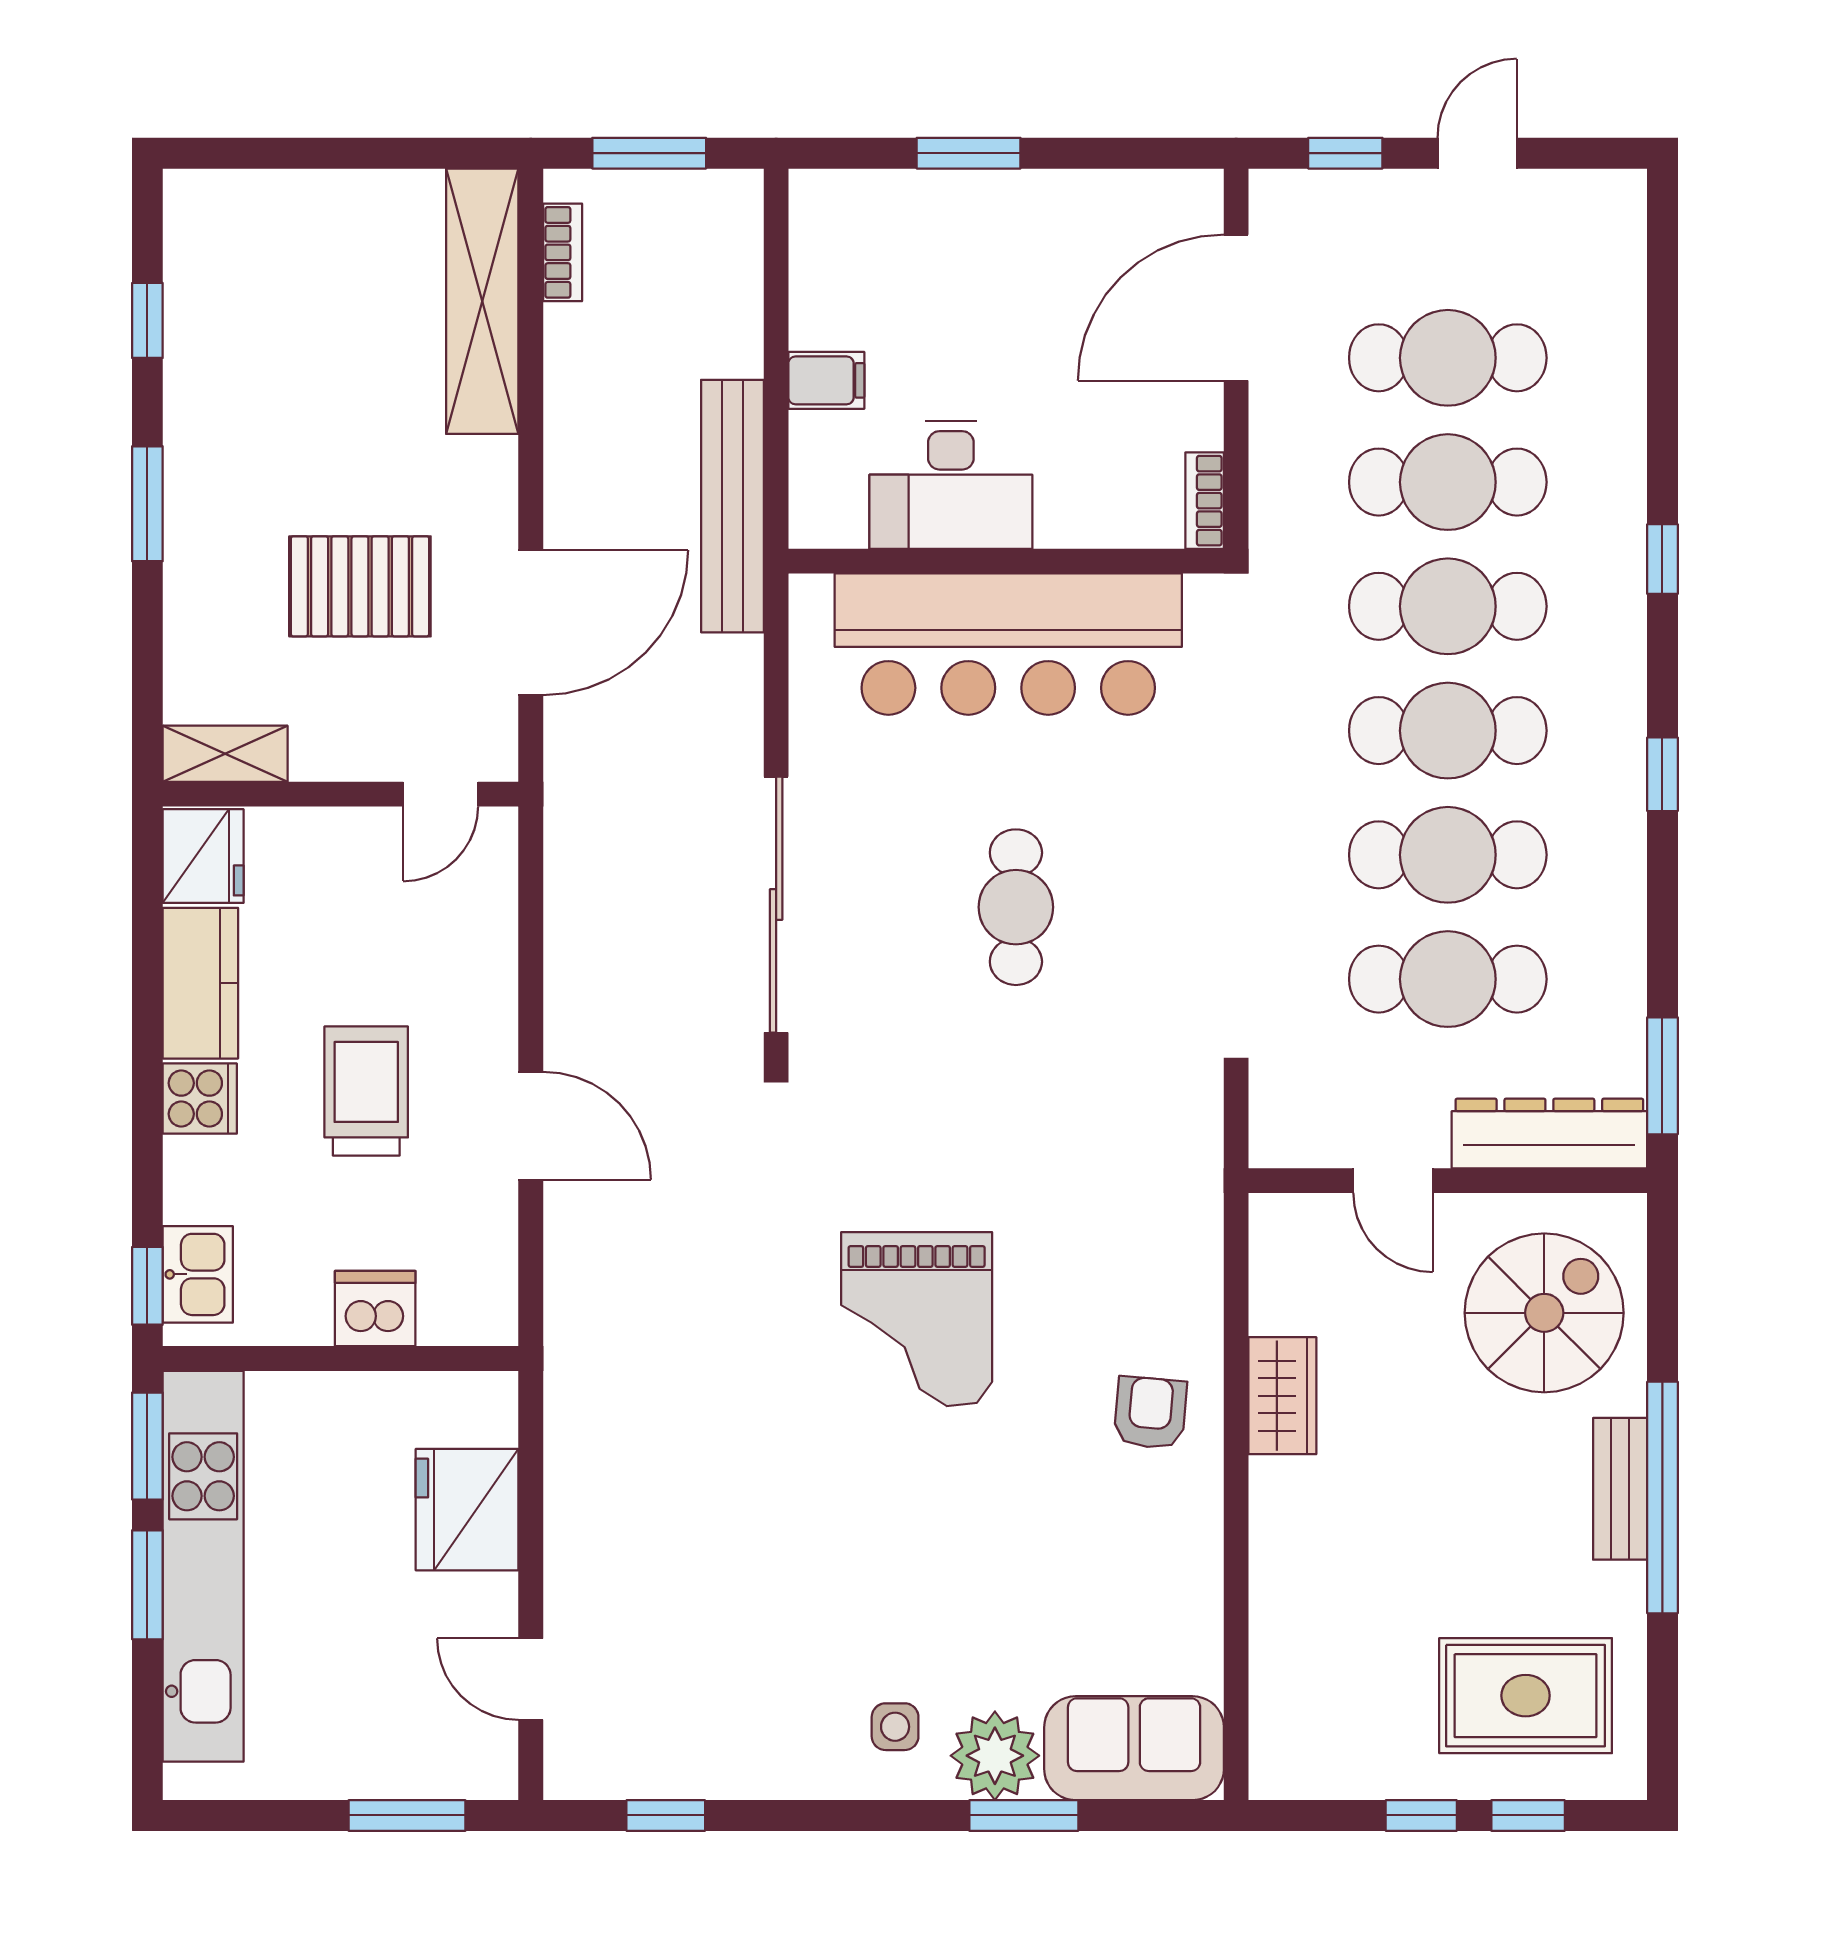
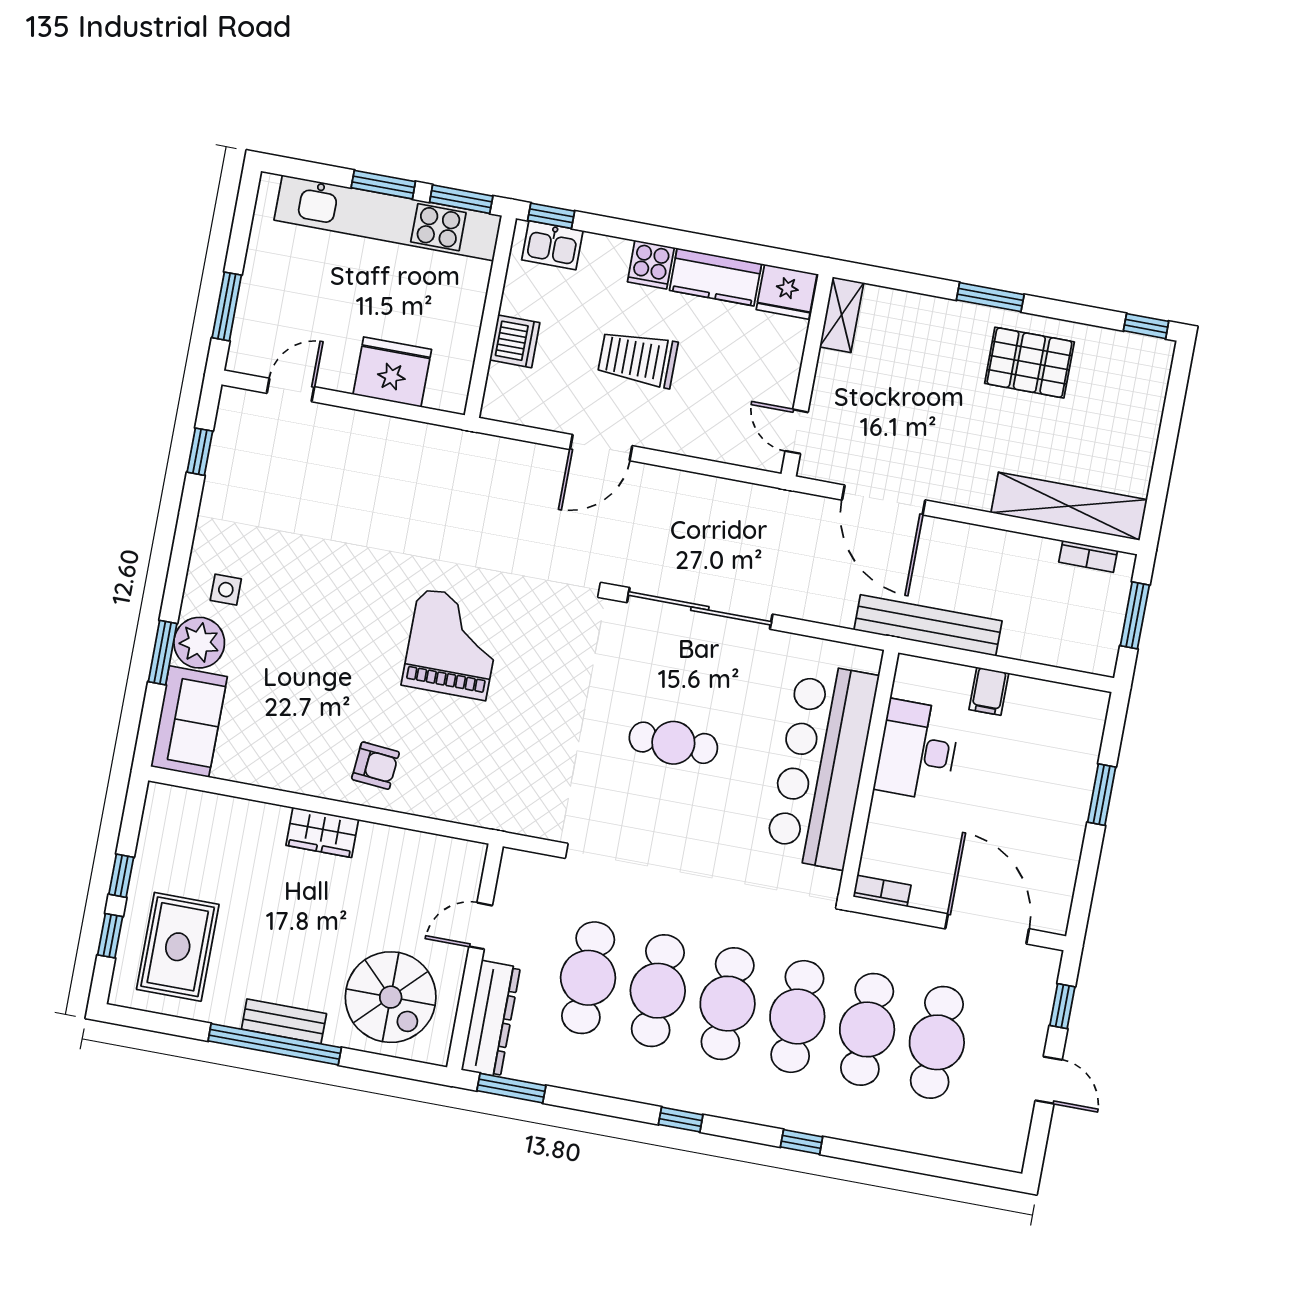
window: (147, 320) -> (1146, 326), moved
pallet: (360, 586) -> (1029, 363), moved, turned 90
trolley: (366, 1091) -> (638, 359), turned 180
grand piano: (917, 1319) -> (452, 644), turned 90
wardrobe: (1282, 1396) -> (322, 832), moved

